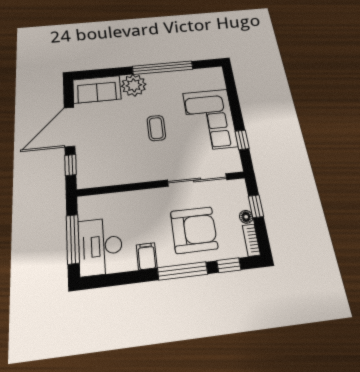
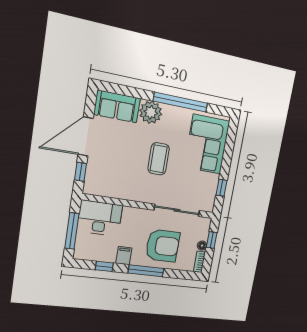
corner sofa: (210, 119) -> (207, 144), moved
coffee table: (156, 128) -> (159, 159), width x1.36, depth x1.30
desk: (100, 246) -> (100, 218), moved, turned 90
window: (229, 265) -> (104, 266), moved

